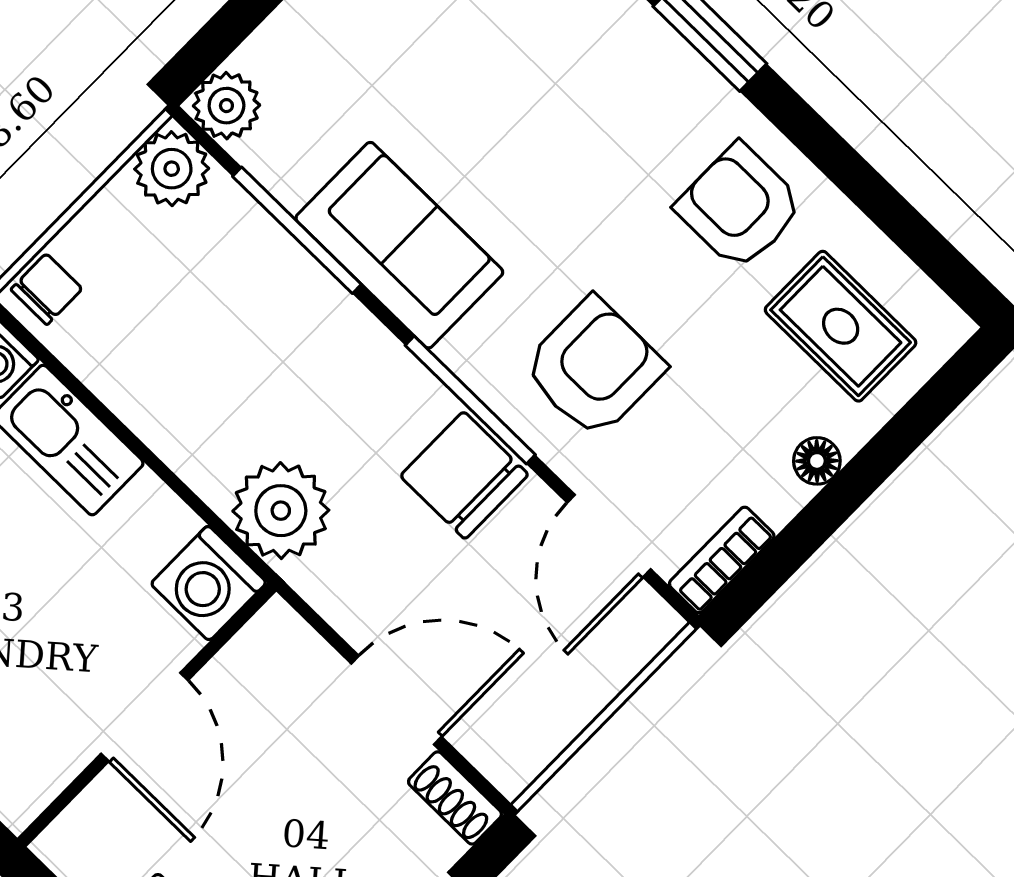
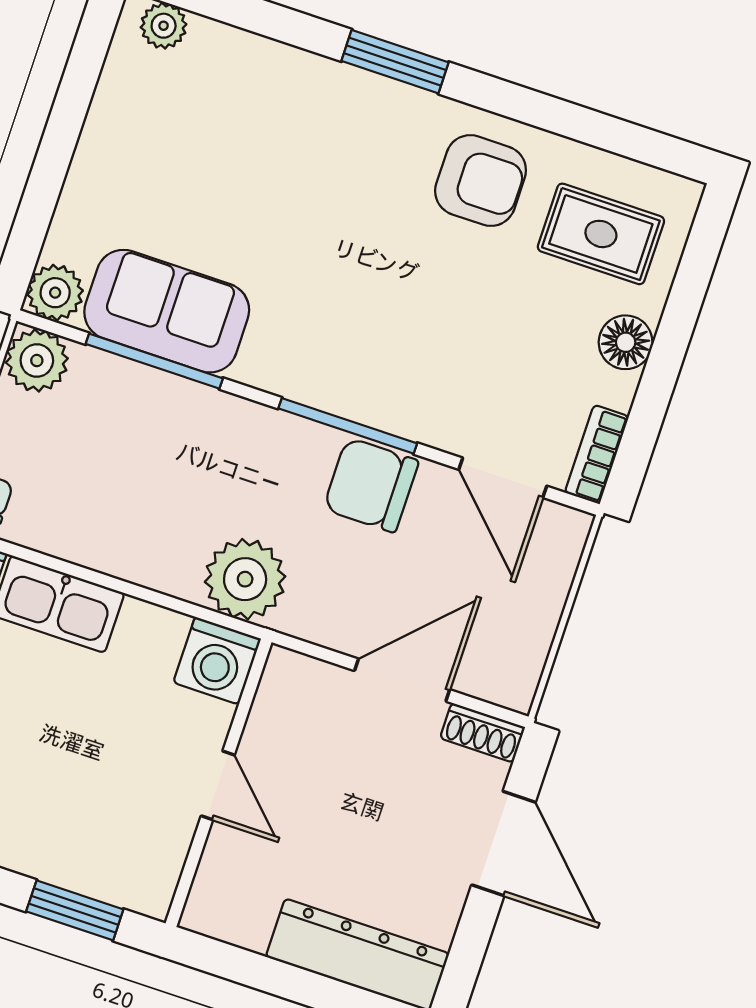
armchair: (740, 207) -> (481, 181), turned 180
sofa: (399, 245) -> (167, 311), moved
armchair: (594, 367) -> (429, 356), removed
floor lamp: (817, 461) -> (626, 342), width x1.37, depth x1.37
door: (144, 717) -> (218, 785), width x0.73

